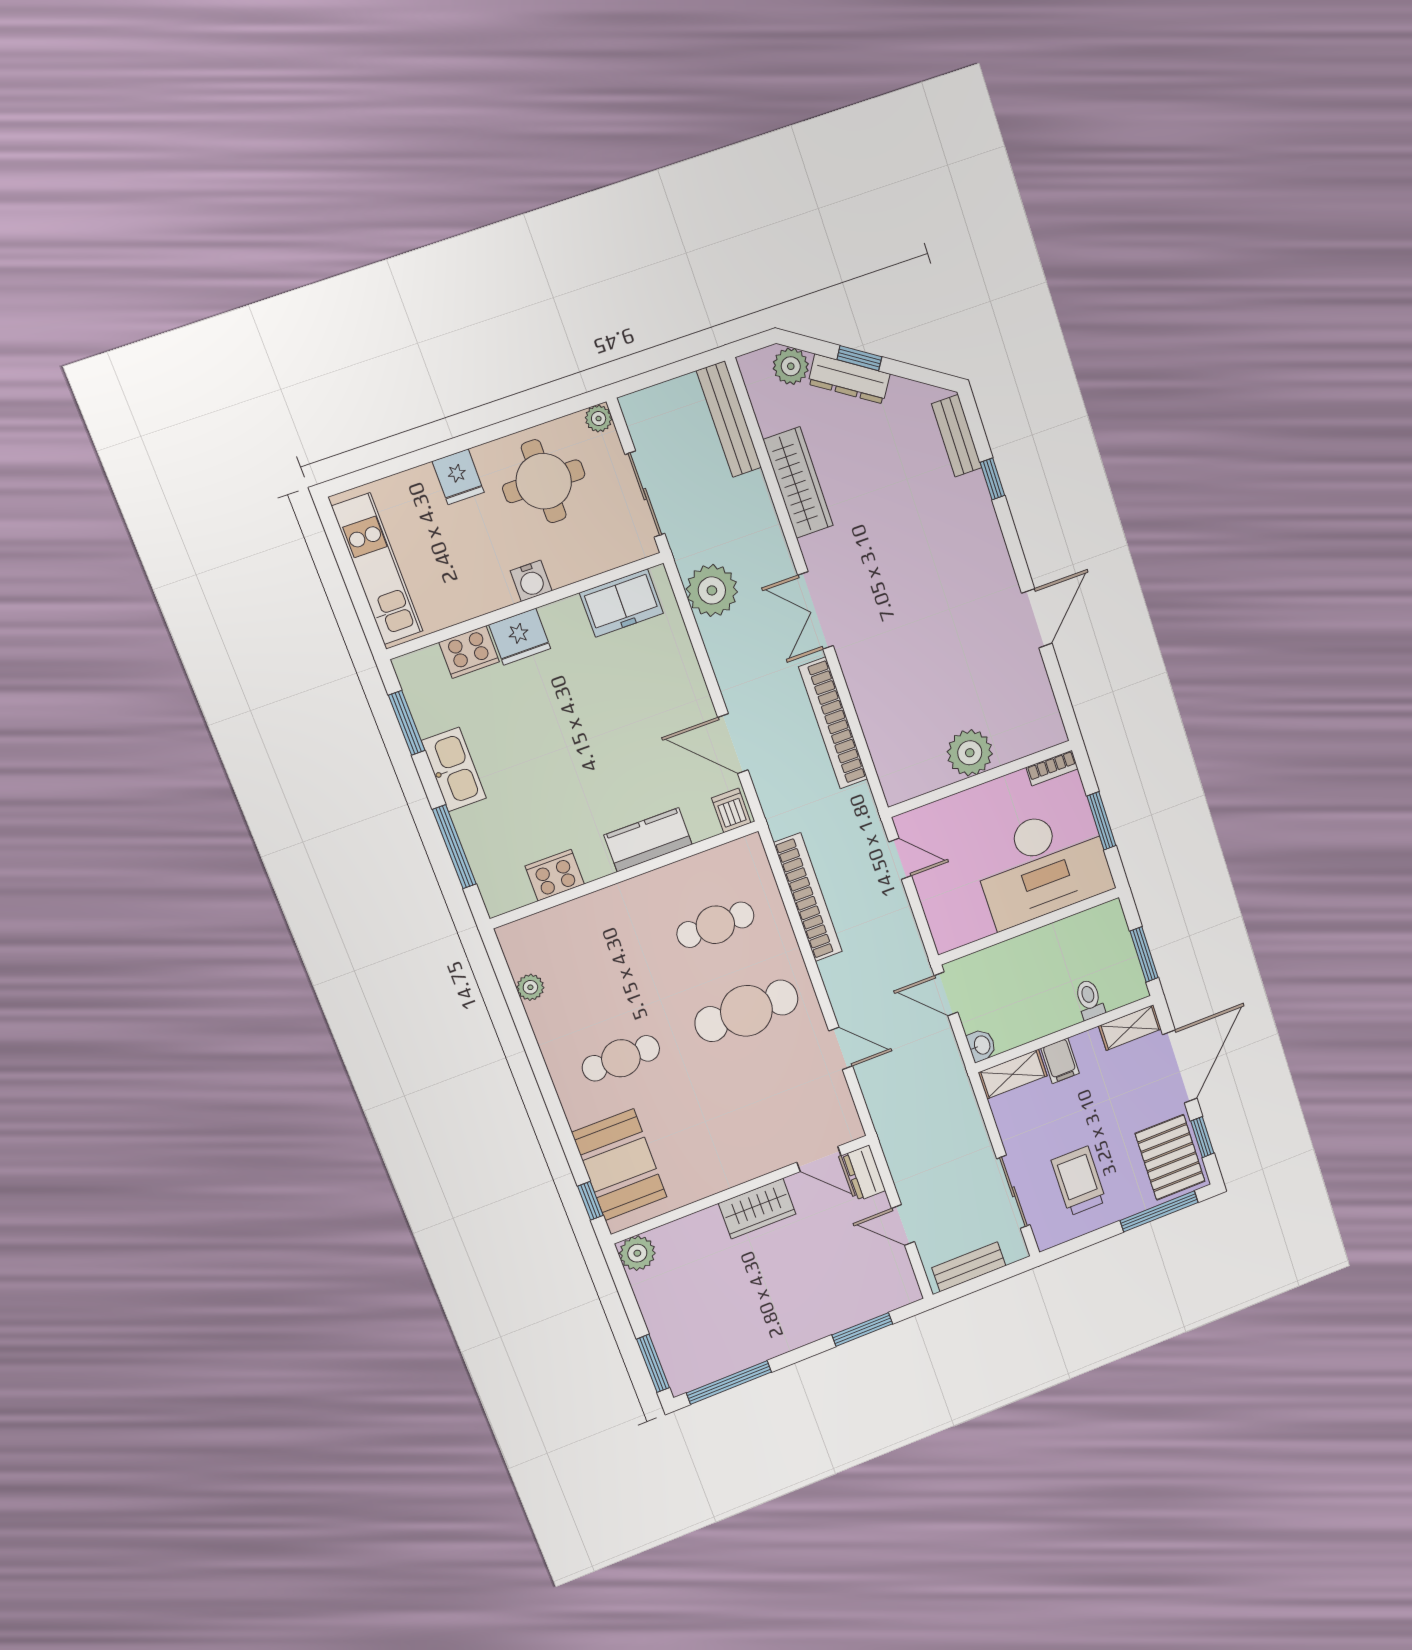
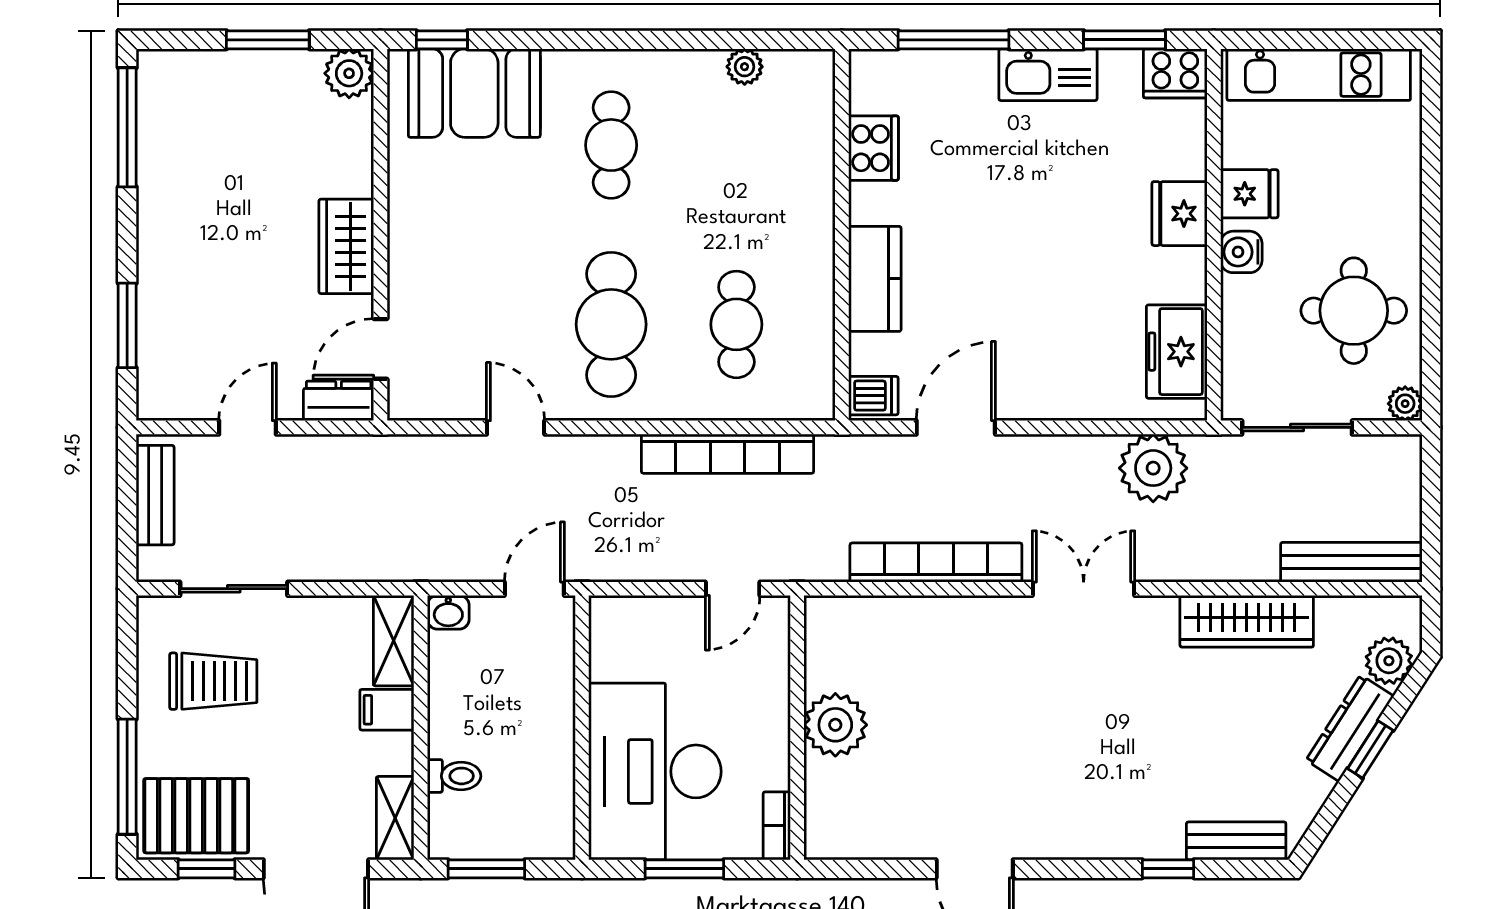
fridge: (458, 477) -> (1249, 194), moved, turned 180
cooker: (469, 652) -> (1175, 73), moved, turned -90
door: (841, 1048) -> (516, 427), swing flipped
window: (653, 1363) -> (268, 40), moved

